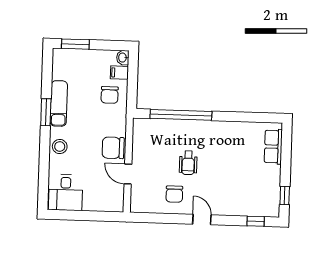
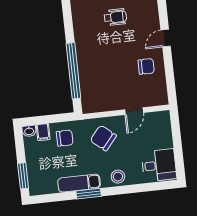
chair: (113, 148) -> (103, 138), moved, turned 130
wheelchair: (188, 163) -> (115, 17), moved

